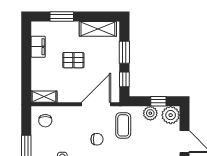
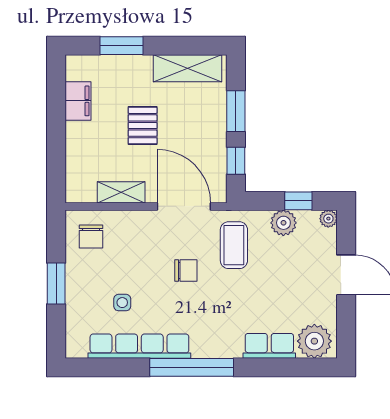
pallet: (73, 60) -> (143, 126), turned 90
shelving: (44, 97) -> (121, 192), moved
door: (96, 104) -> (184, 206), hinge flipped
plant: (171, 115) -> (328, 219), width x0.53, depth x0.53

